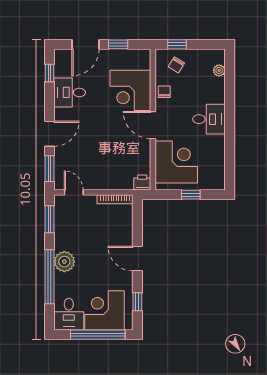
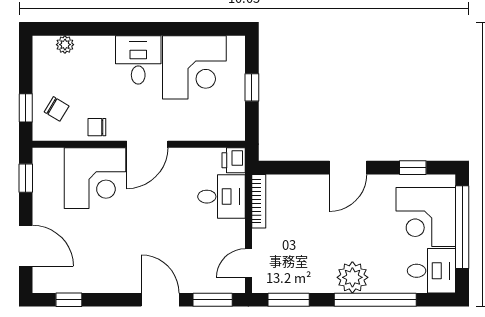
window: (118, 44) -> (26, 178), moved
desk: (70, 92) -> (221, 197), moved, turned -90
corner desk: (176, 162) -> (194, 67), moved, turned 180

